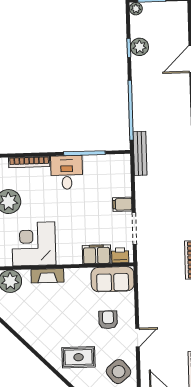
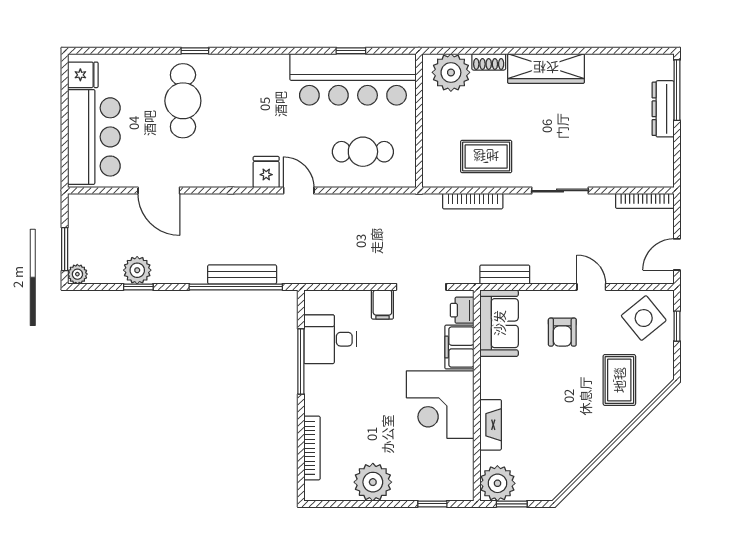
bench: (140, 153) -> (242, 274), moved
desk: (67, 172) -> (330, 339), moved
corner desk: (34, 244) -> (440, 405), moved
bench: (144, 282) -> (505, 275), added
armchair: (108, 320) -> (562, 332), turned -90

